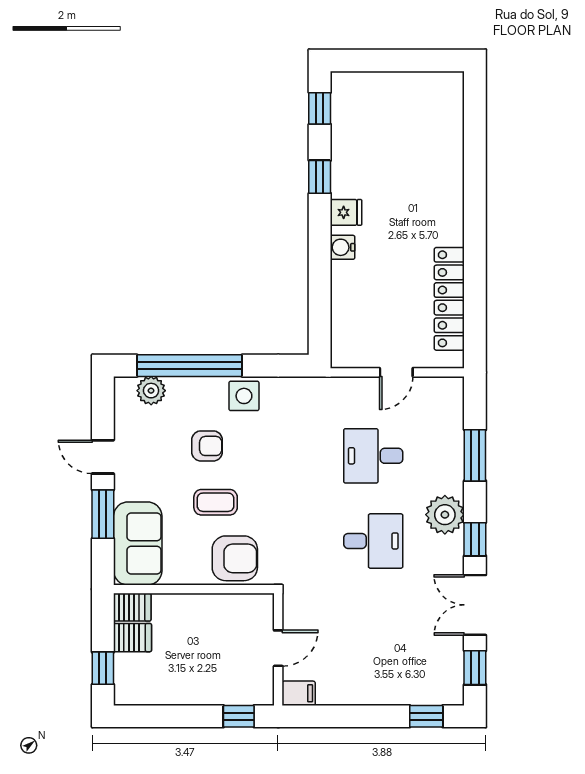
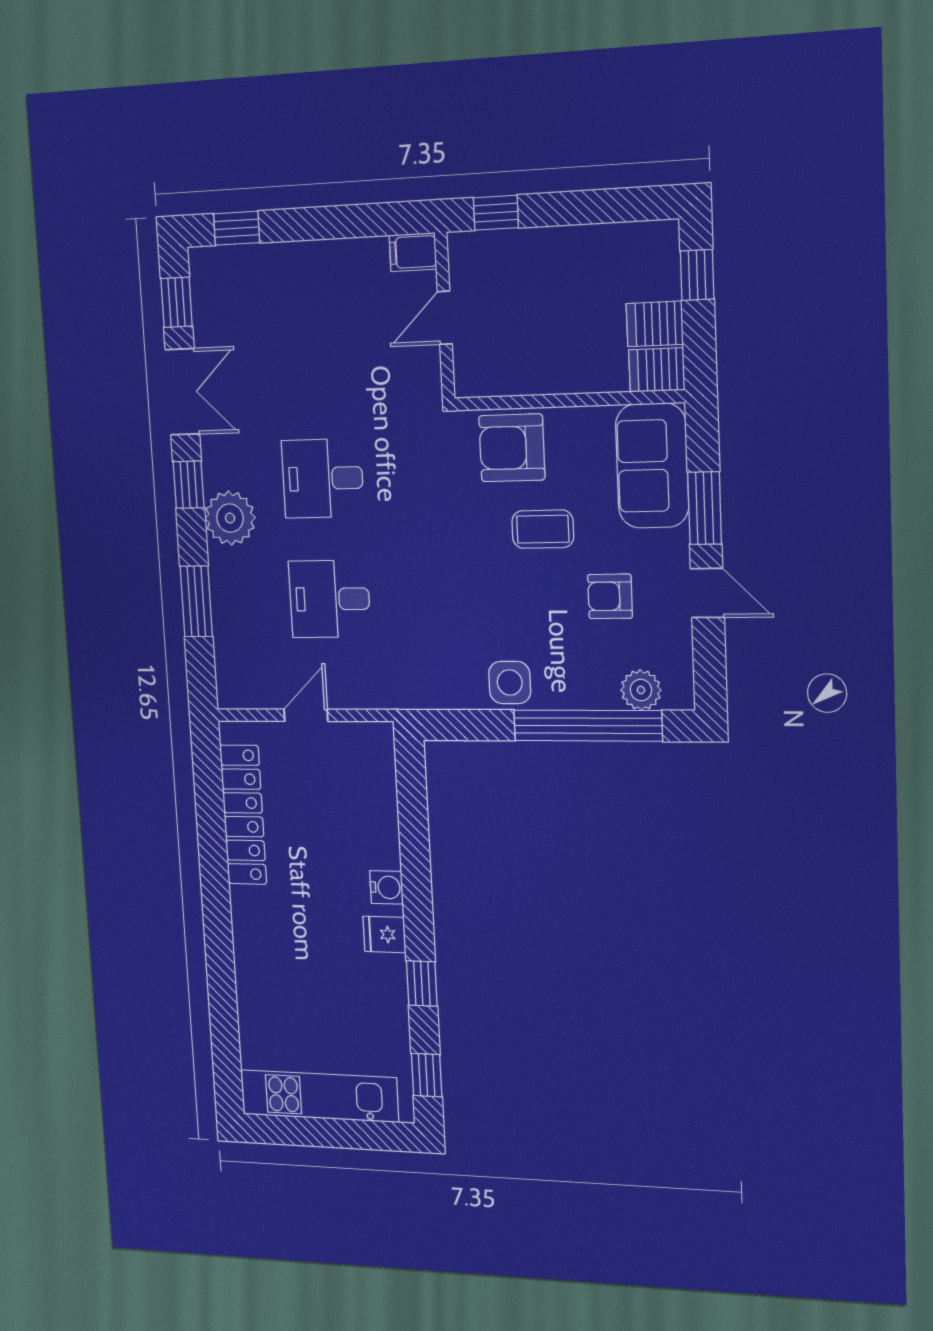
kitchen unit: (404, 88) -> (319, 1096), added
armchair: (207, 446) -> (610, 596), moved
desk: (373, 456) -> (330, 599), turned 180

